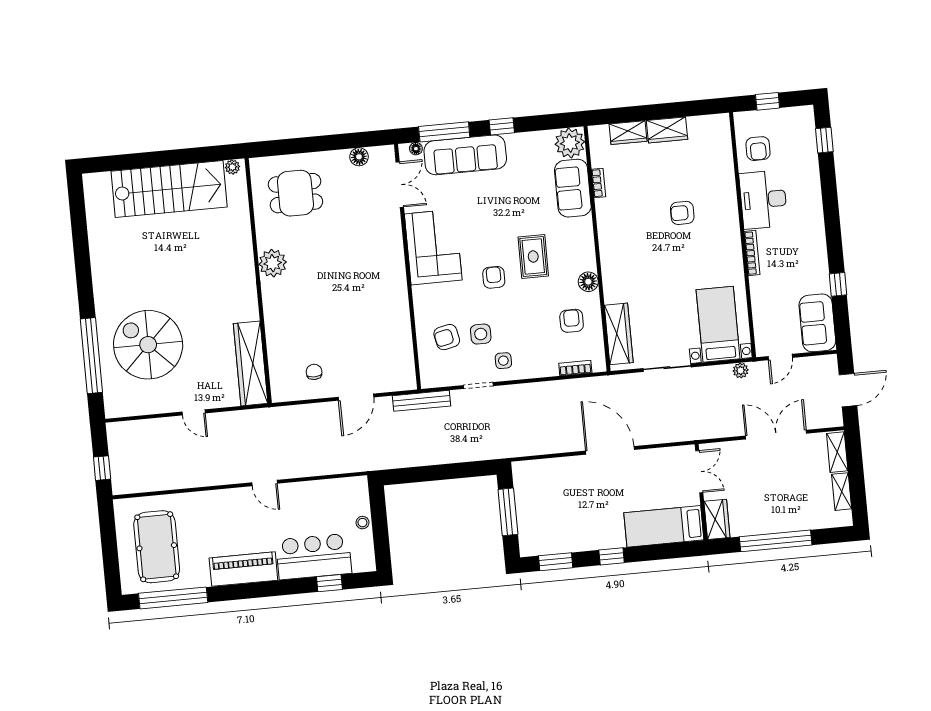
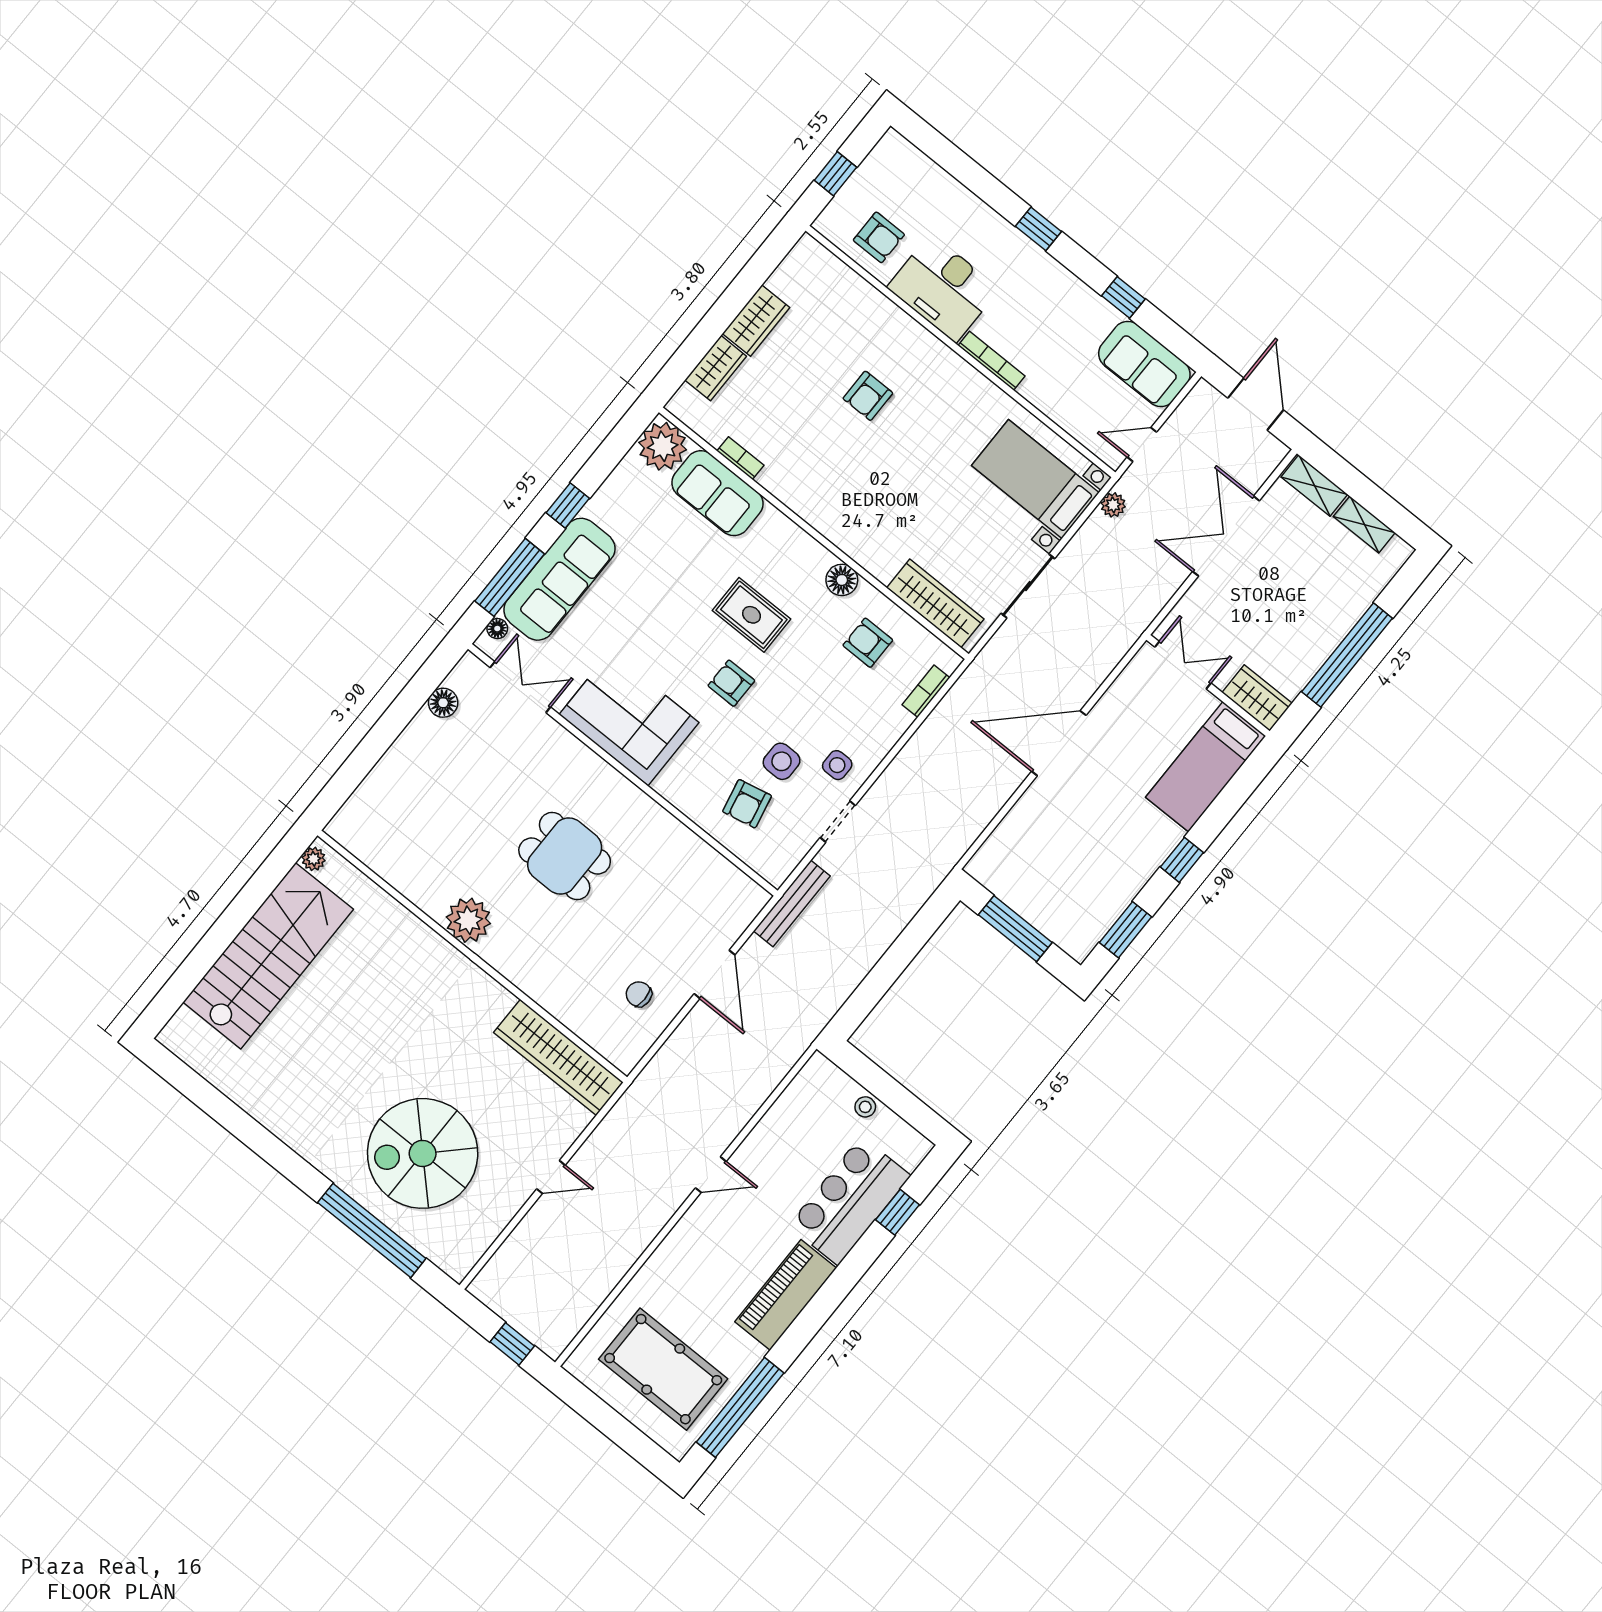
window: (824, 140) -> (1038, 229), moved
dining table: (295, 193) -> (565, 856), moved, turned 90
door: (780, 357) -> (1142, 445), swing flipped

